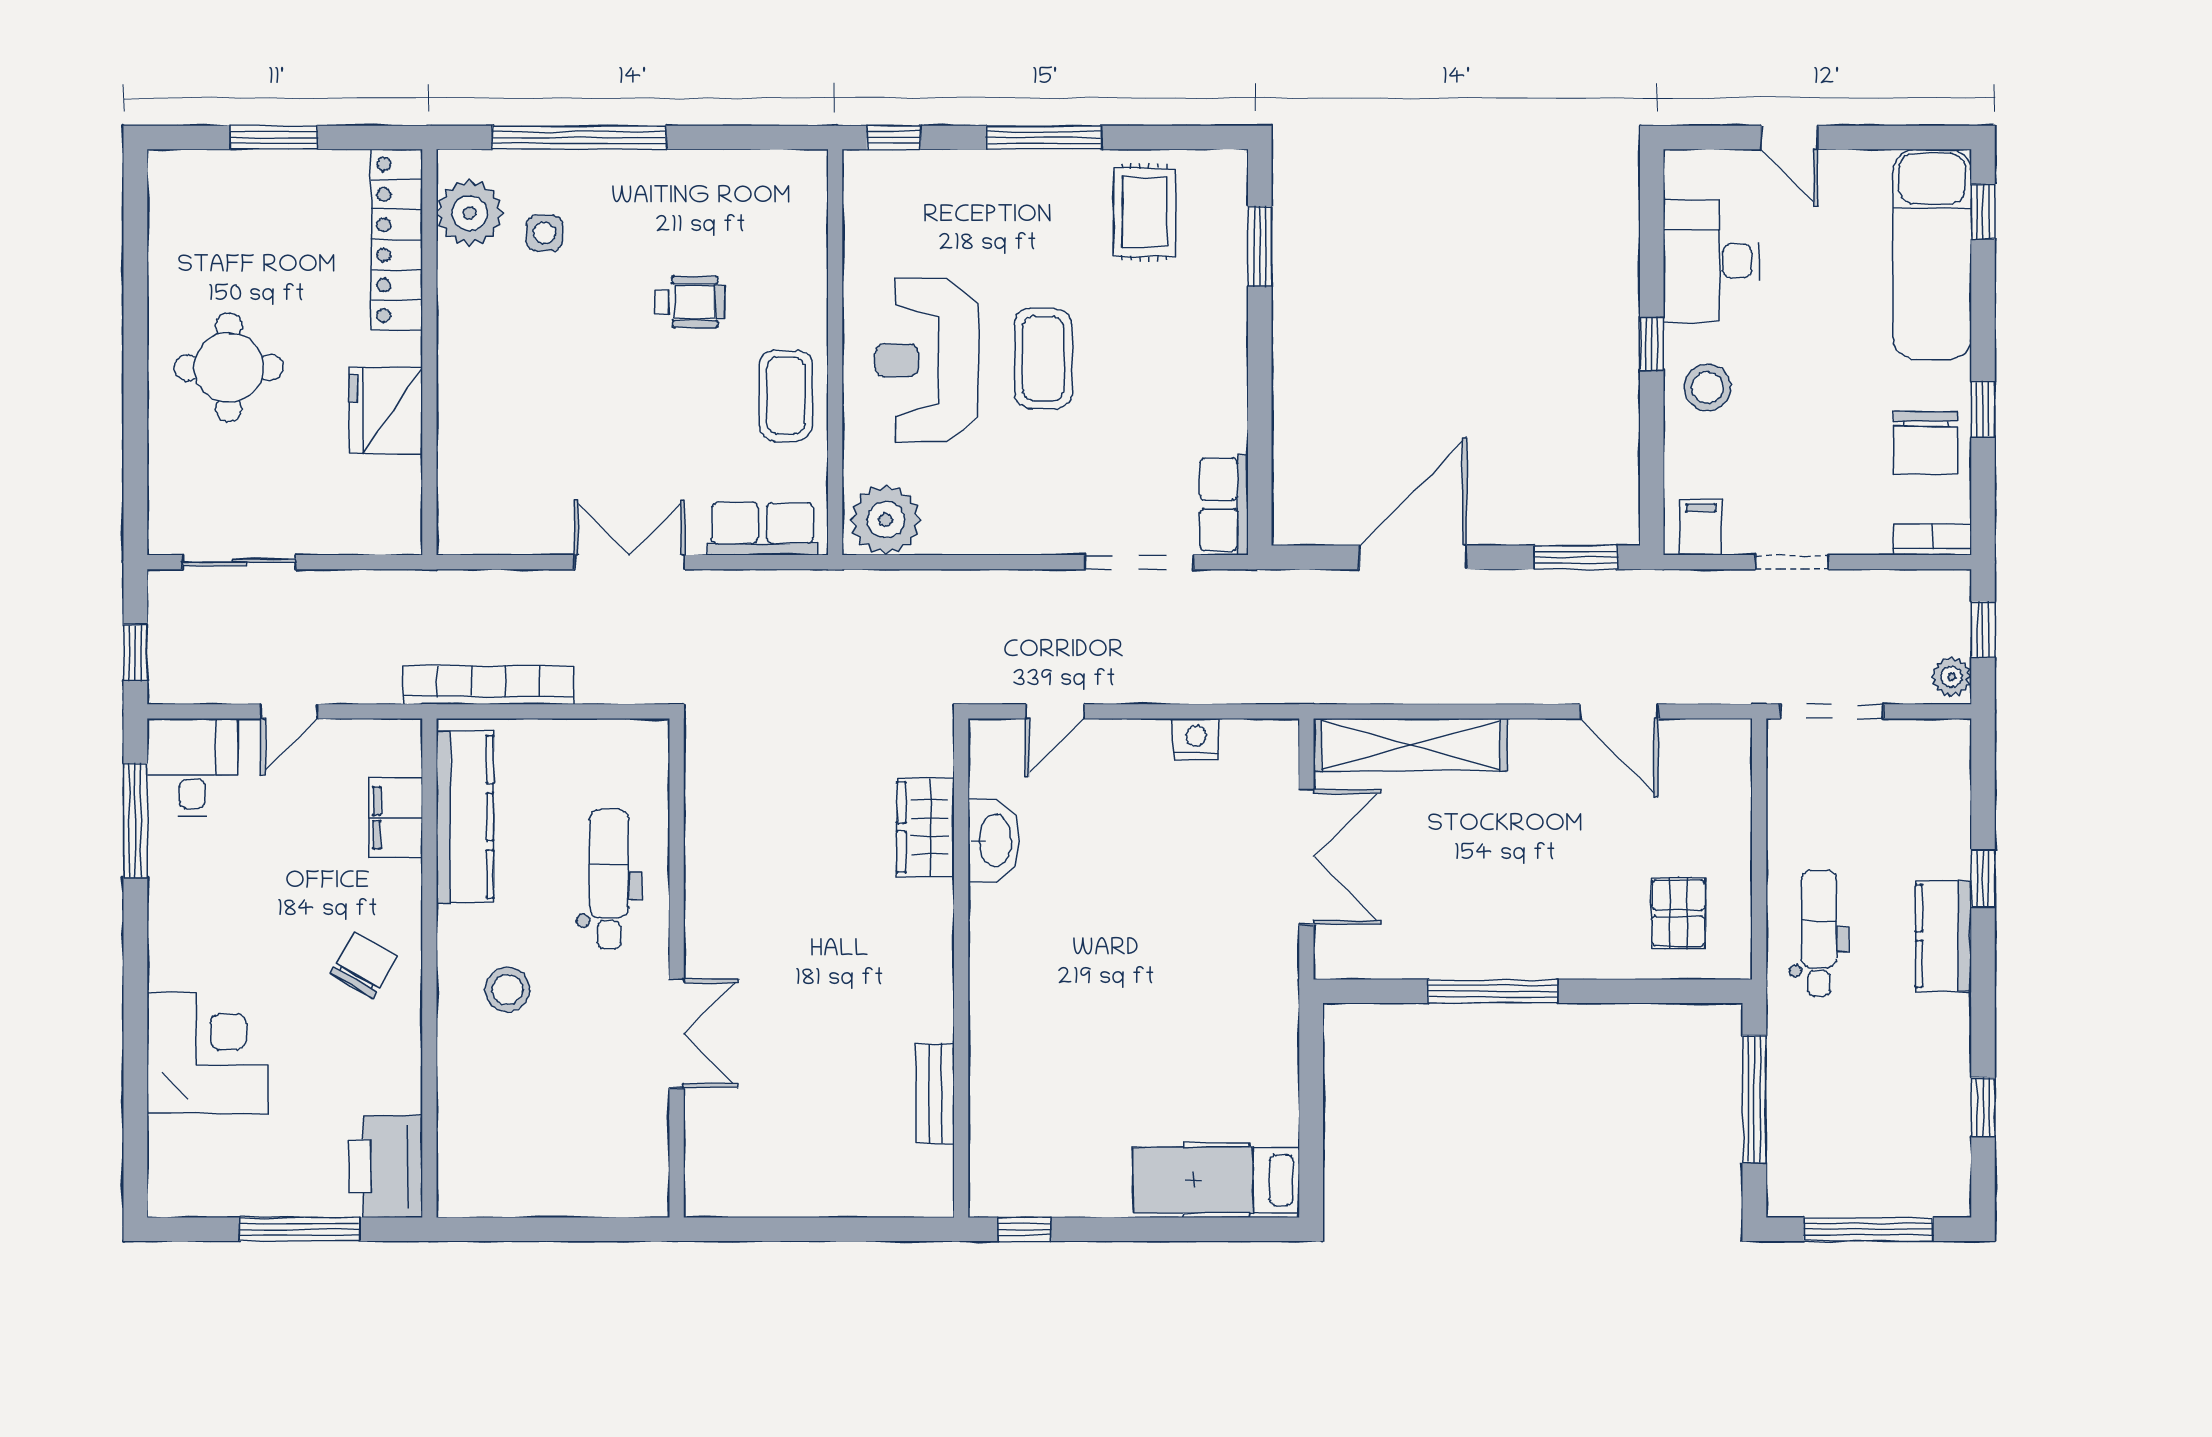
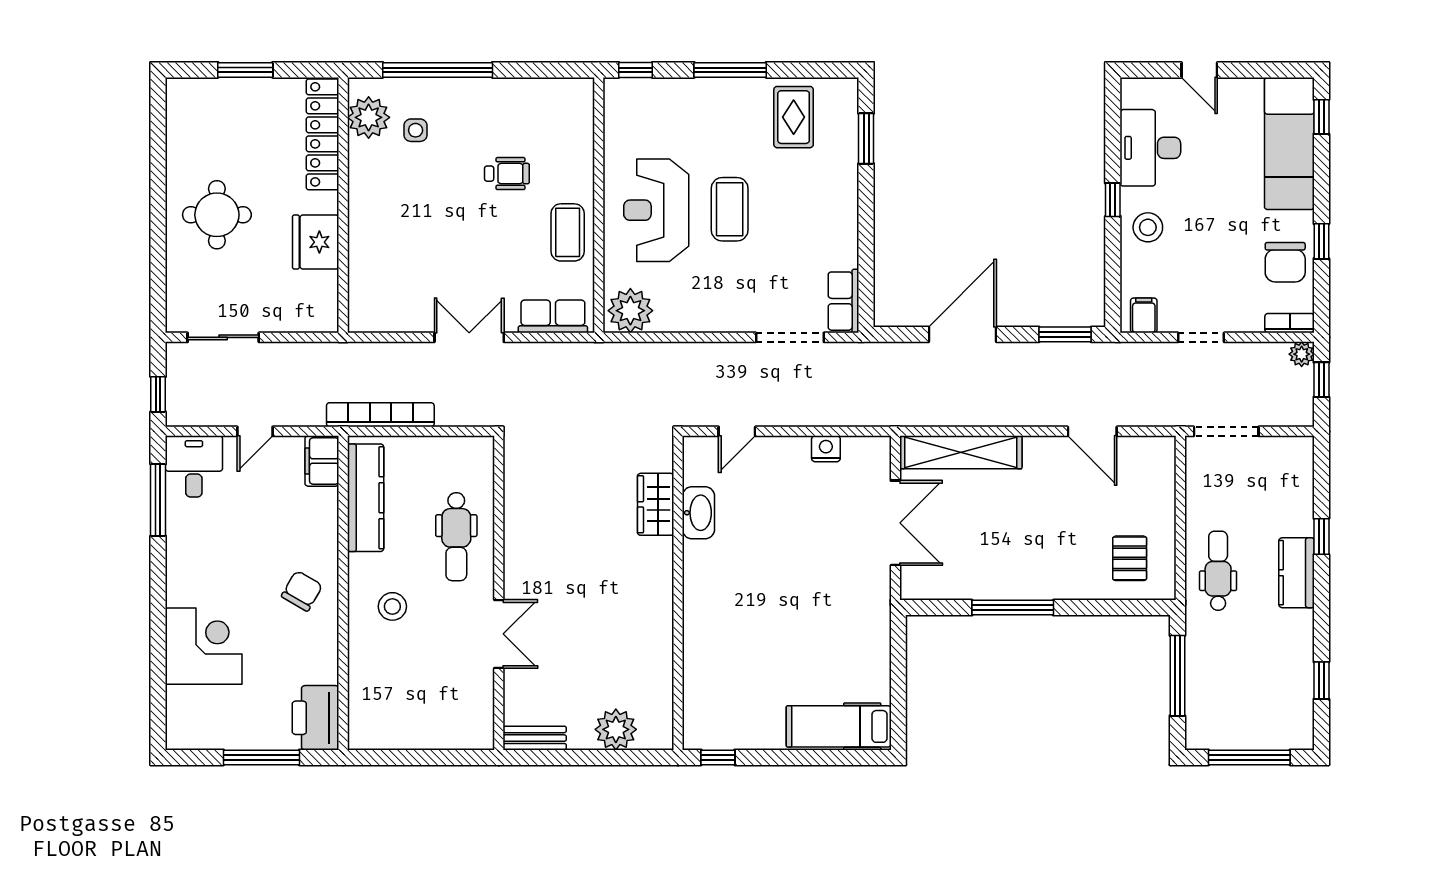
plant: (1952, 677) -> (1302, 354), moved
filing cabinet: (396, 818) -> (322, 461), moved
dental chair: (609, 879) -> (456, 537), turned 180
bench: (935, 1094) -> (535, 738), moved, turned 90
plant: (862, 1185) -> (616, 729), added

